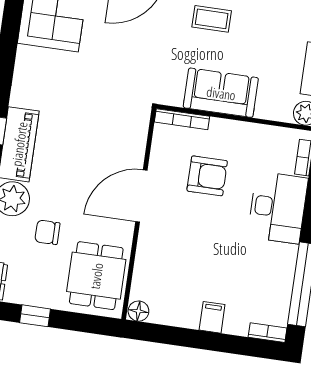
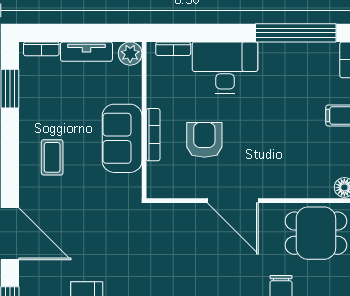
bookcase: (182, 119) -> (153, 135), moved

